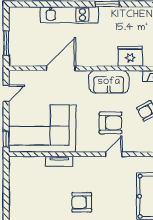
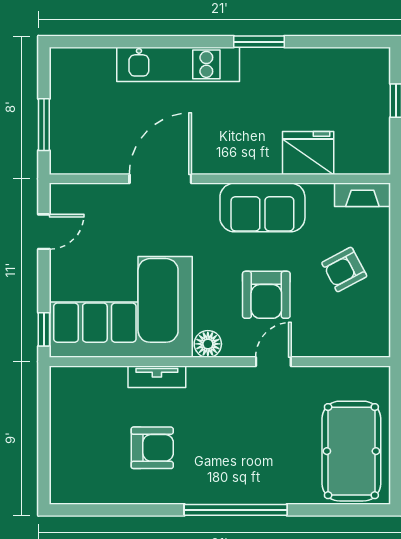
armchair: (111, 123) -> (266, 295), turned 90
floor lamp: (83, 146) -> (208, 344), added
armchair: (82, 202) -> (152, 448), moved, turned 180

